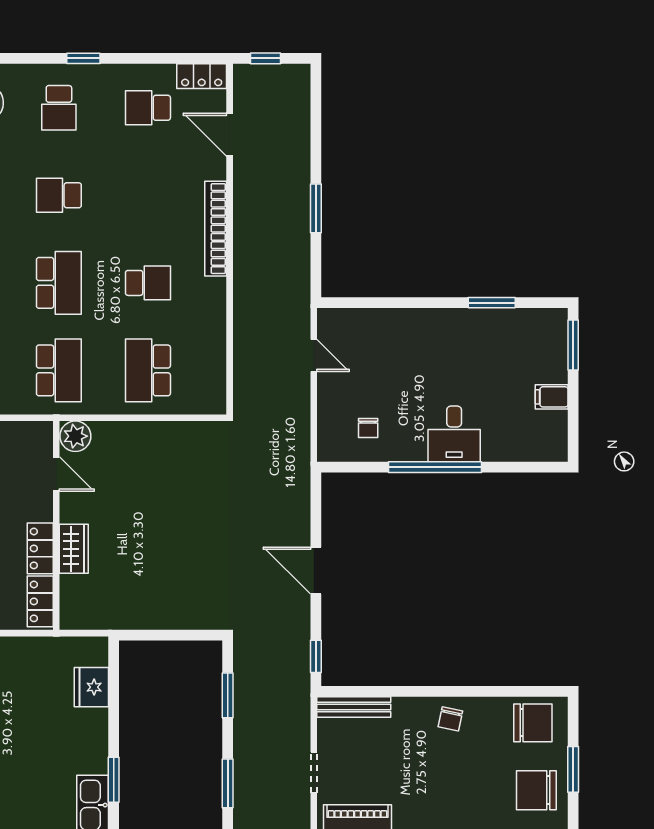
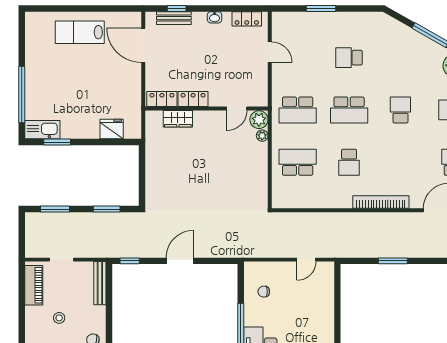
plant: (103, 431) -> (262, 136), added
wardrobe: (74, 549) -> (178, 119), moved
stool: (413, 776) -> (59, 318), added

